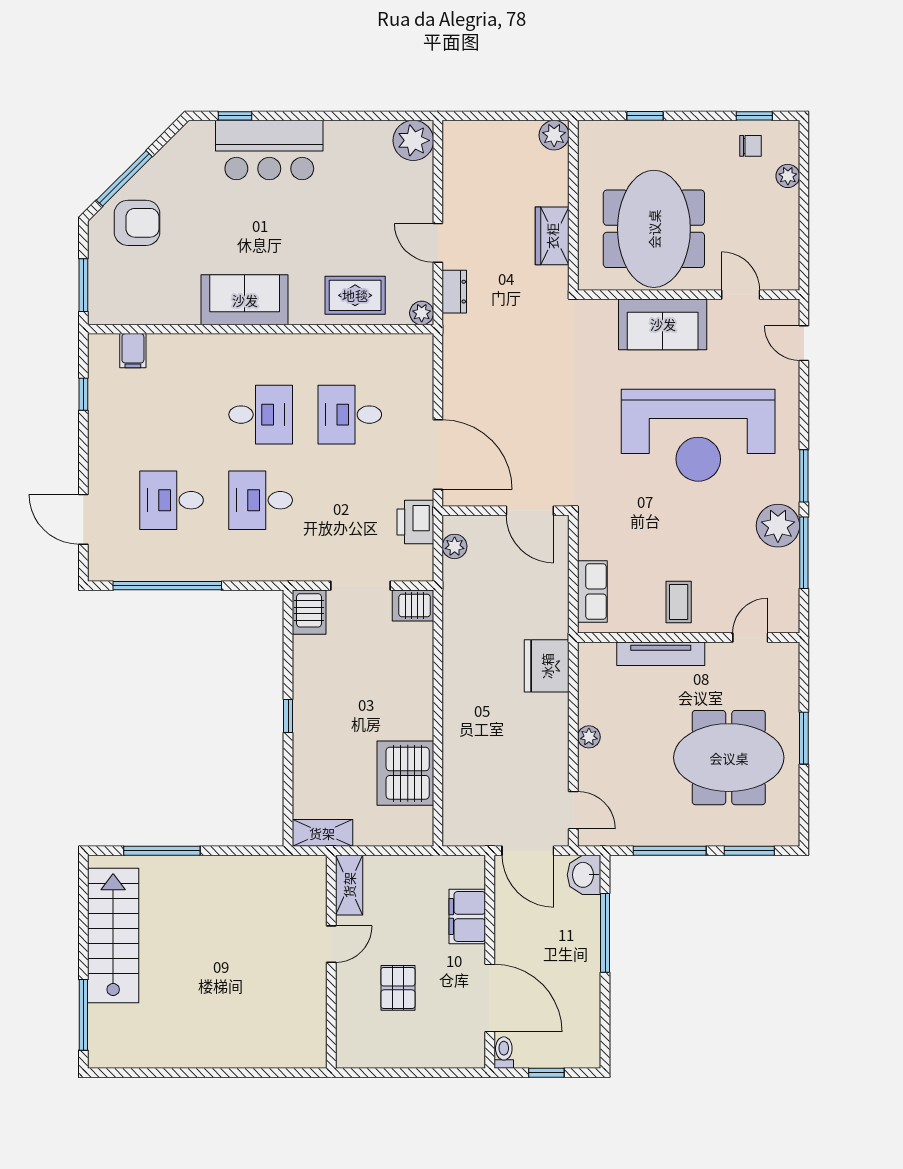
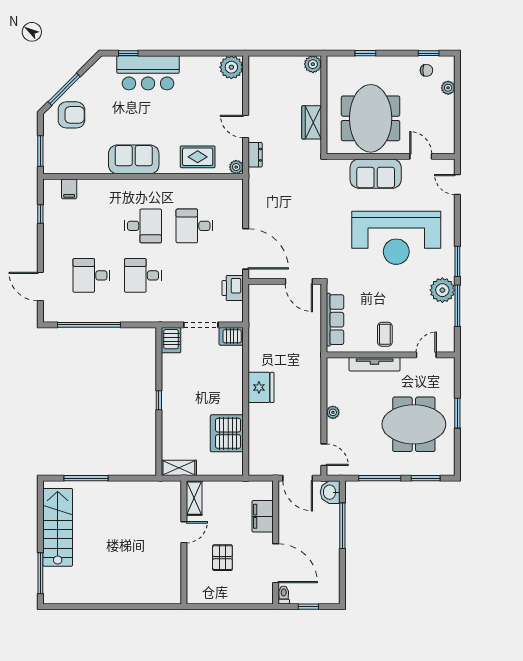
plant: (455, 546) -> (255, 302), removed
row of seats: (592, 591) -> (335, 320), width x1.48
fridge: (547, 666) -> (261, 387), moved, turned 180

